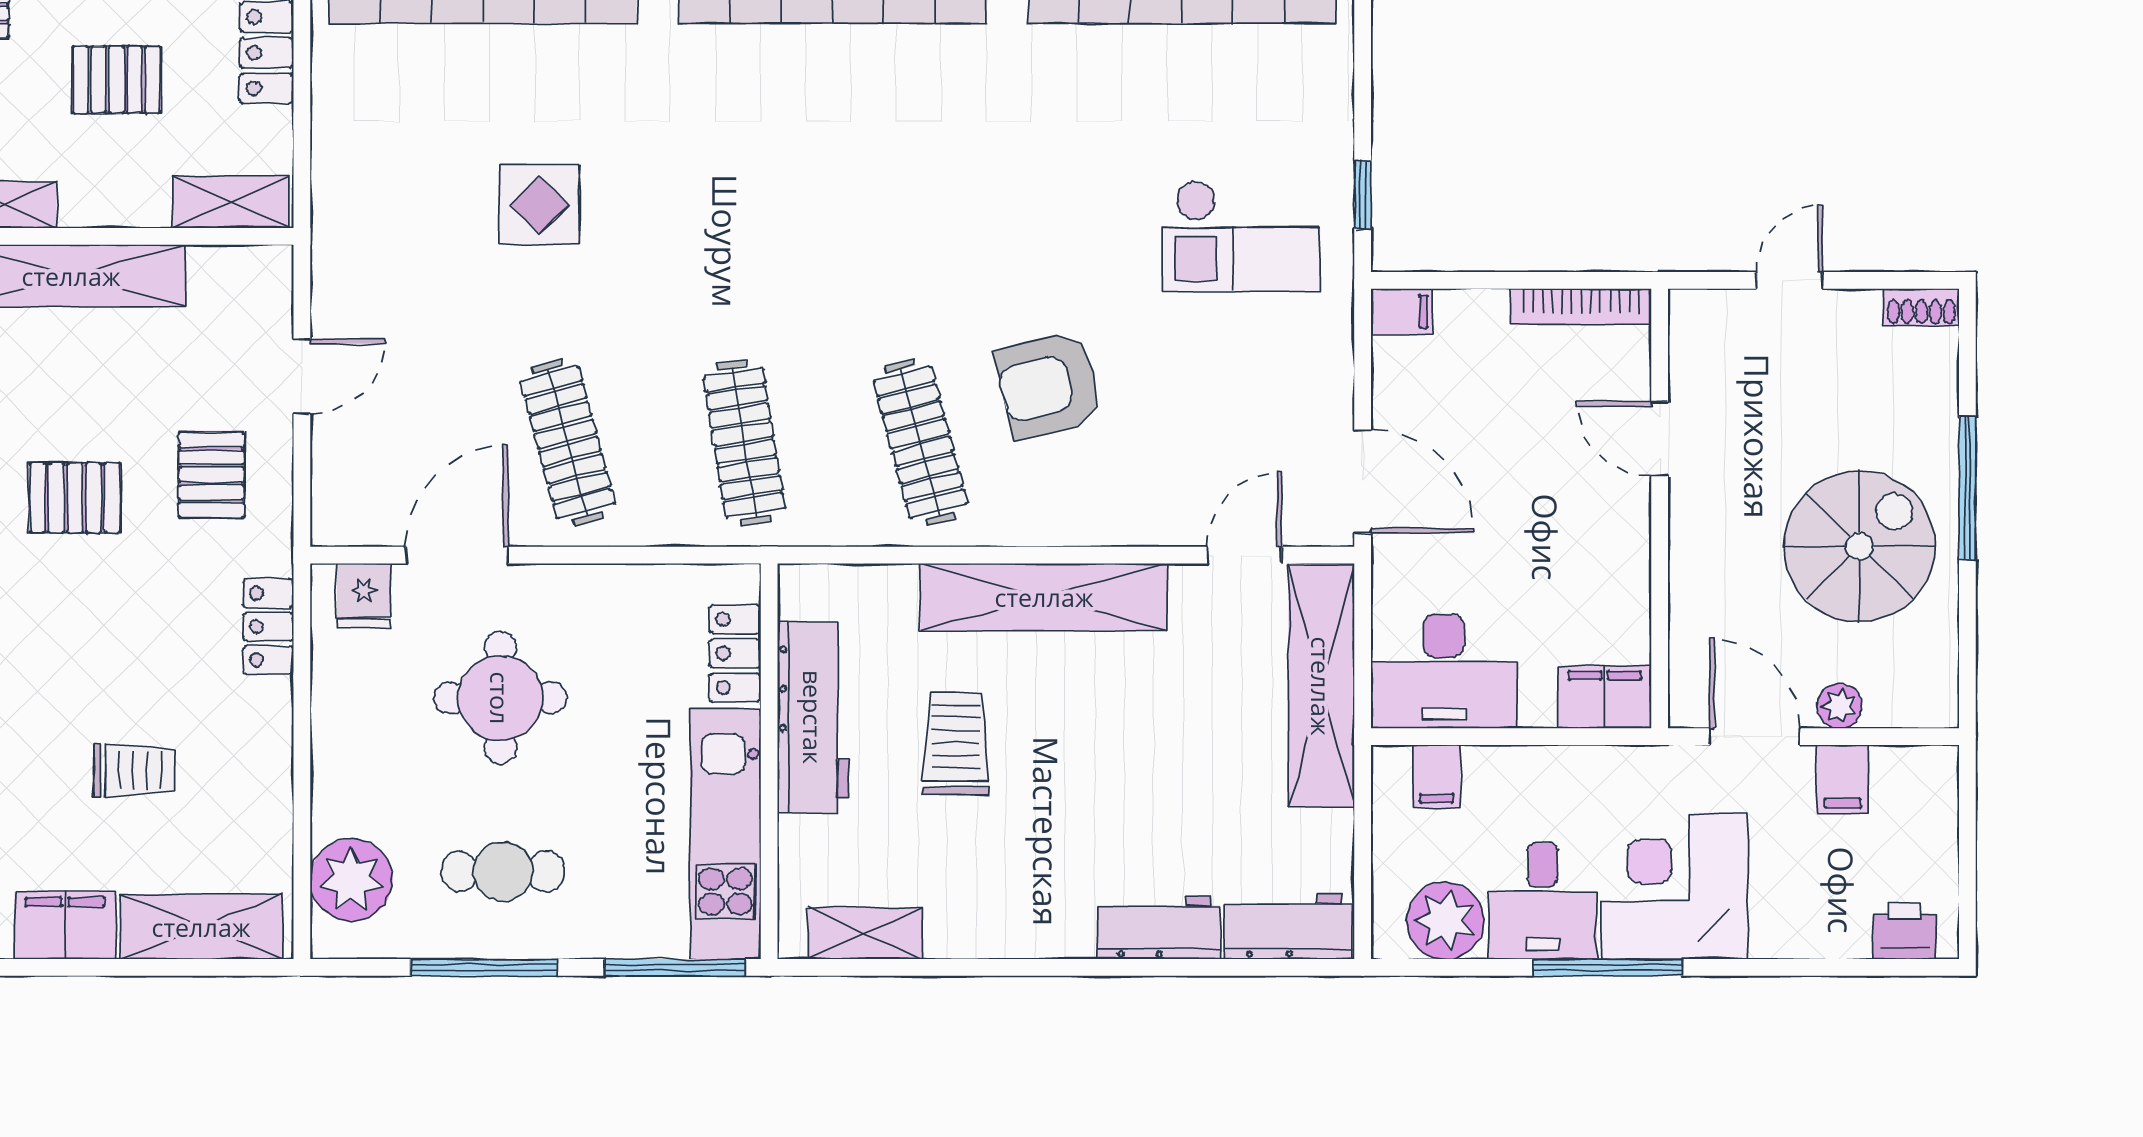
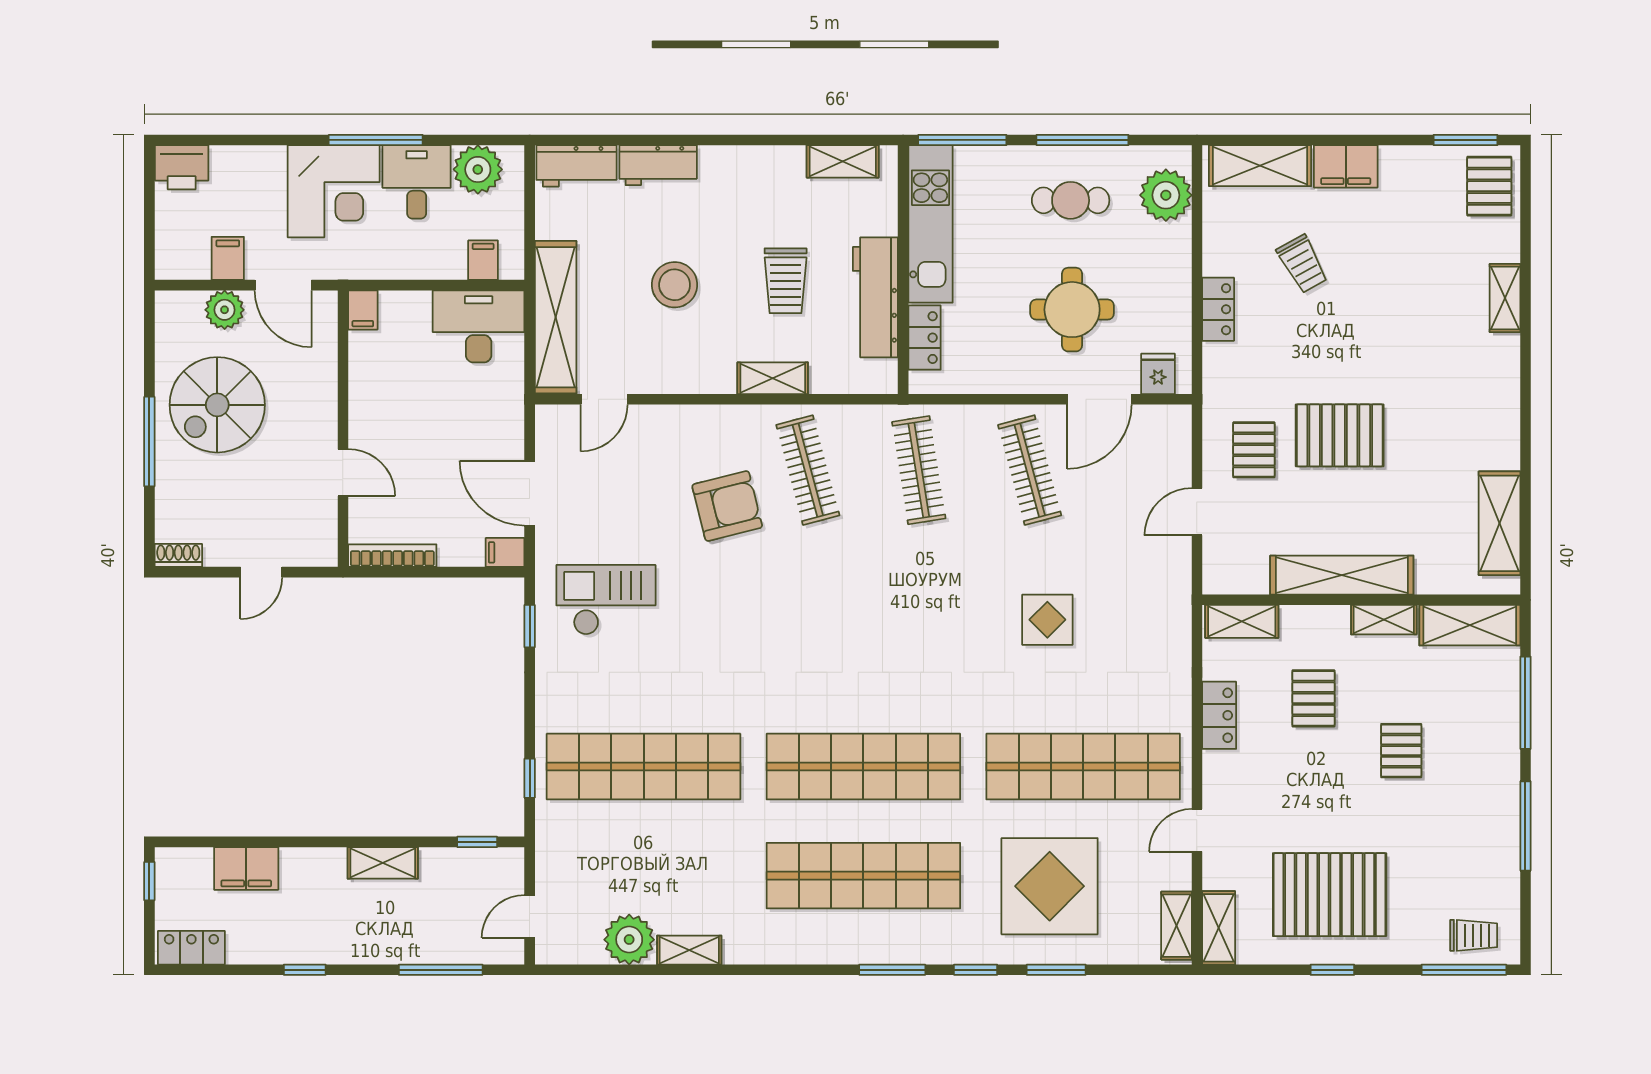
pallet: (117, 80) -> (1313, 698), turned 90
door: (1363, 481) -> (530, 493), moved
pallet: (75, 498) -> (1340, 435), width x1.50, depth x1.42
shelving: (1044, 597) -> (773, 378), width x0.45, depth x0.75
locker: (268, 627) -> (1218, 309), moved
filing cabinet: (1605, 697) -> (363, 310), width x0.50
plant: (1839, 706) -> (225, 310), width x1.38, depth x1.38
stool: (1132, 737) -> (675, 285), added
trolley: (134, 770) -> (1302, 264), turned -119
printer: (1905, 931) -> (182, 167), width x1.36, depth x1.24

